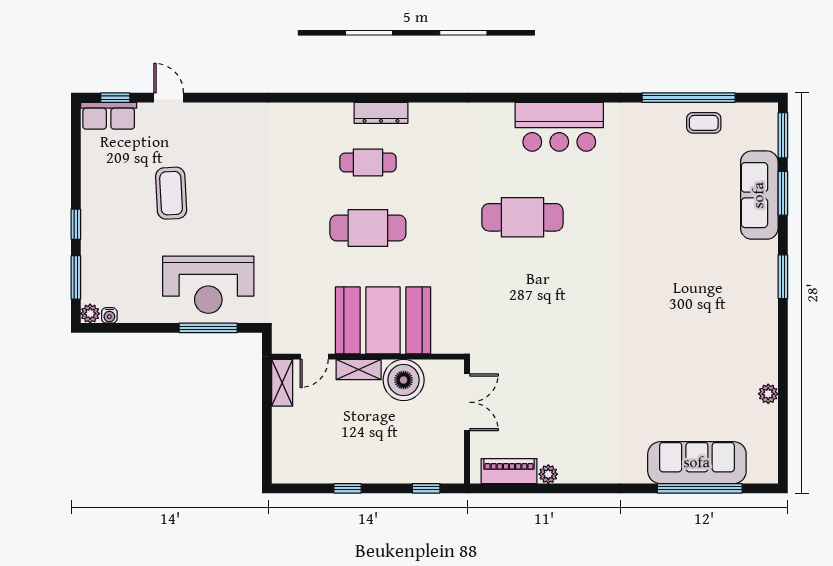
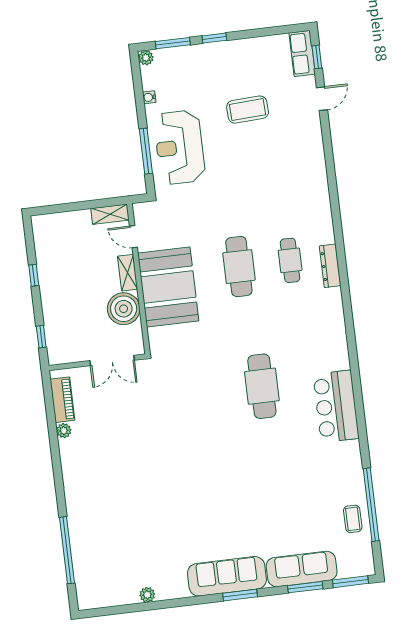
water cooler: (109, 315) -> (149, 97), moved
sofa: (697, 463) -> (227, 576), moved, turned -90

